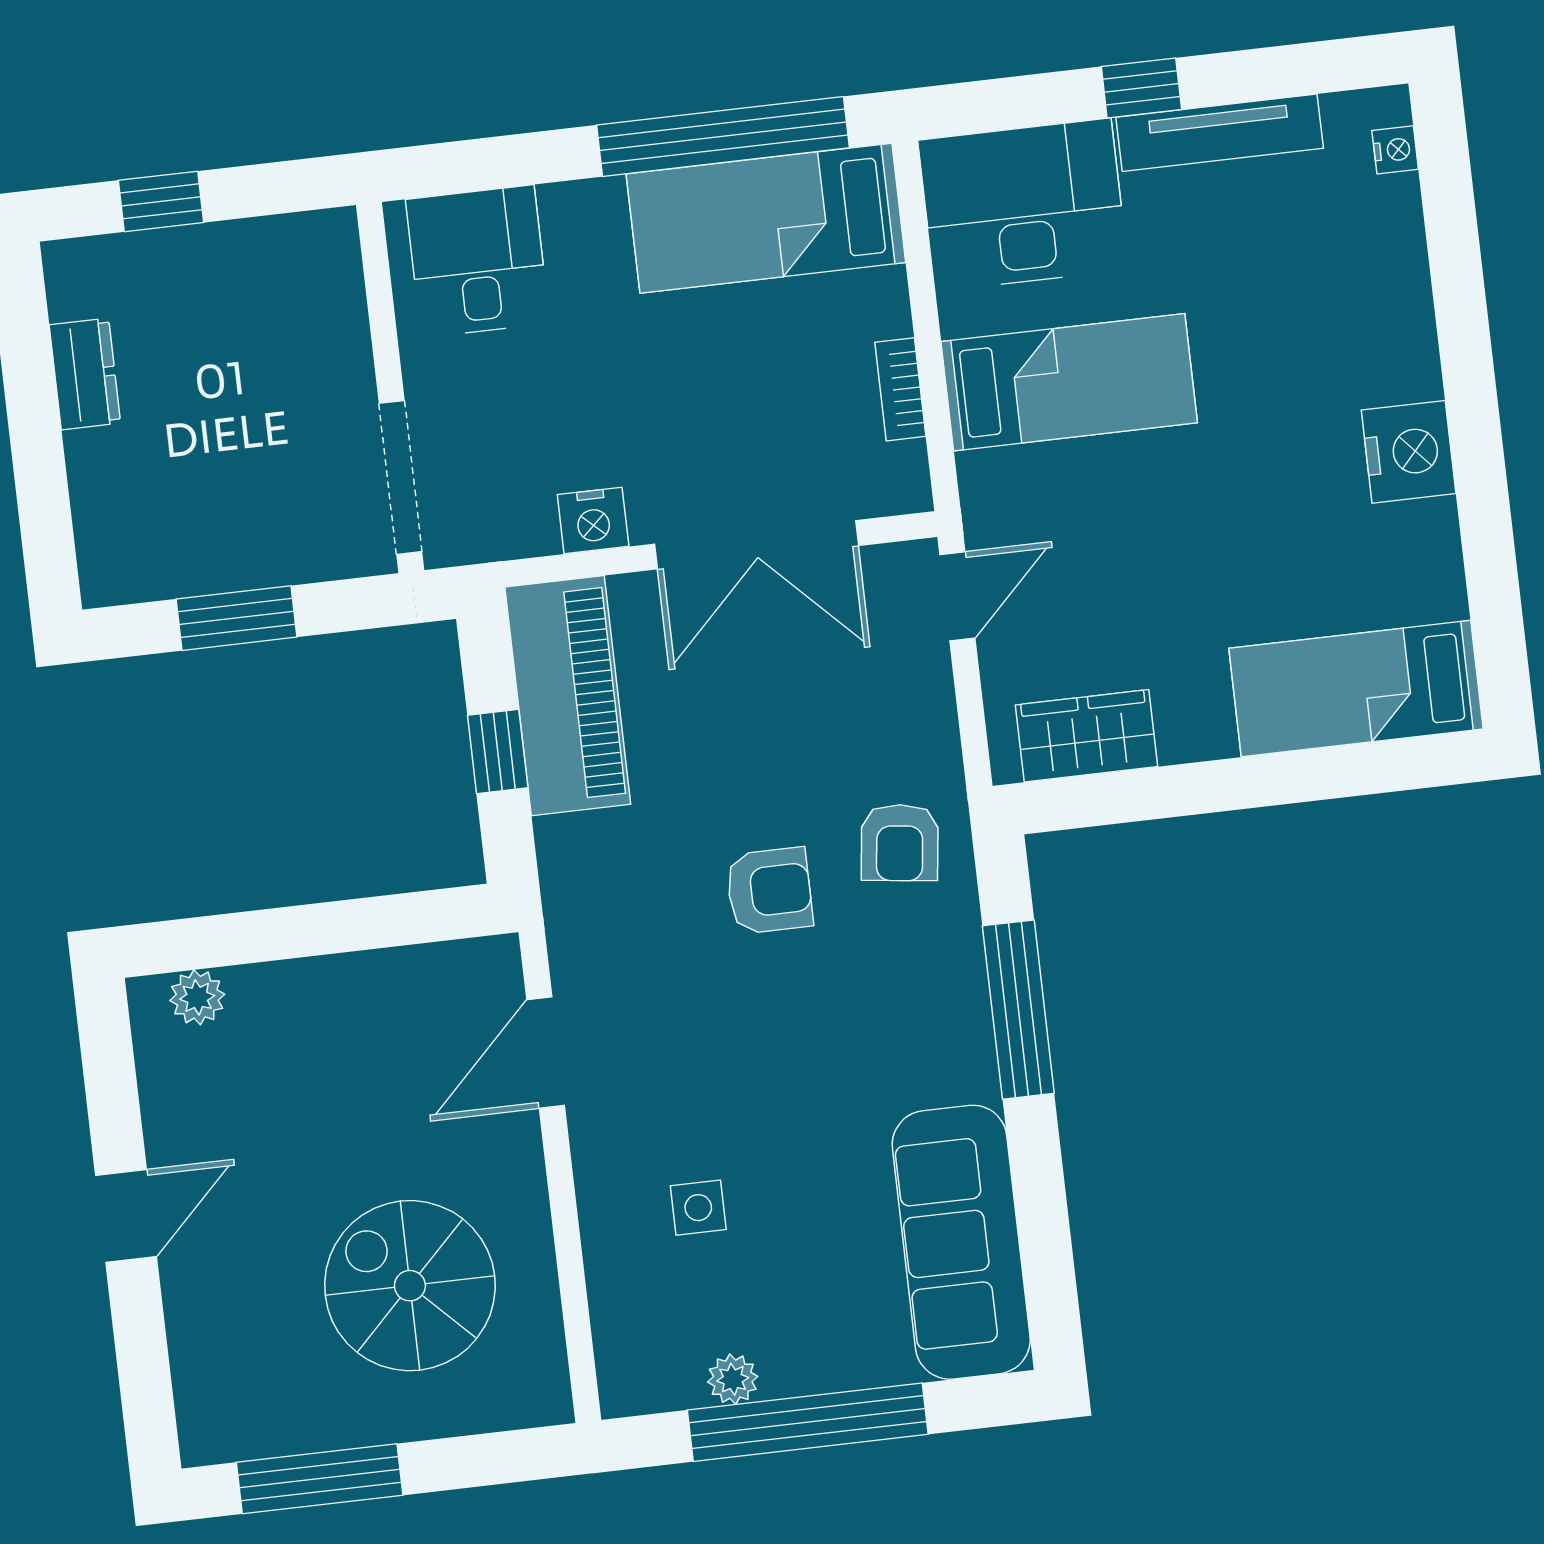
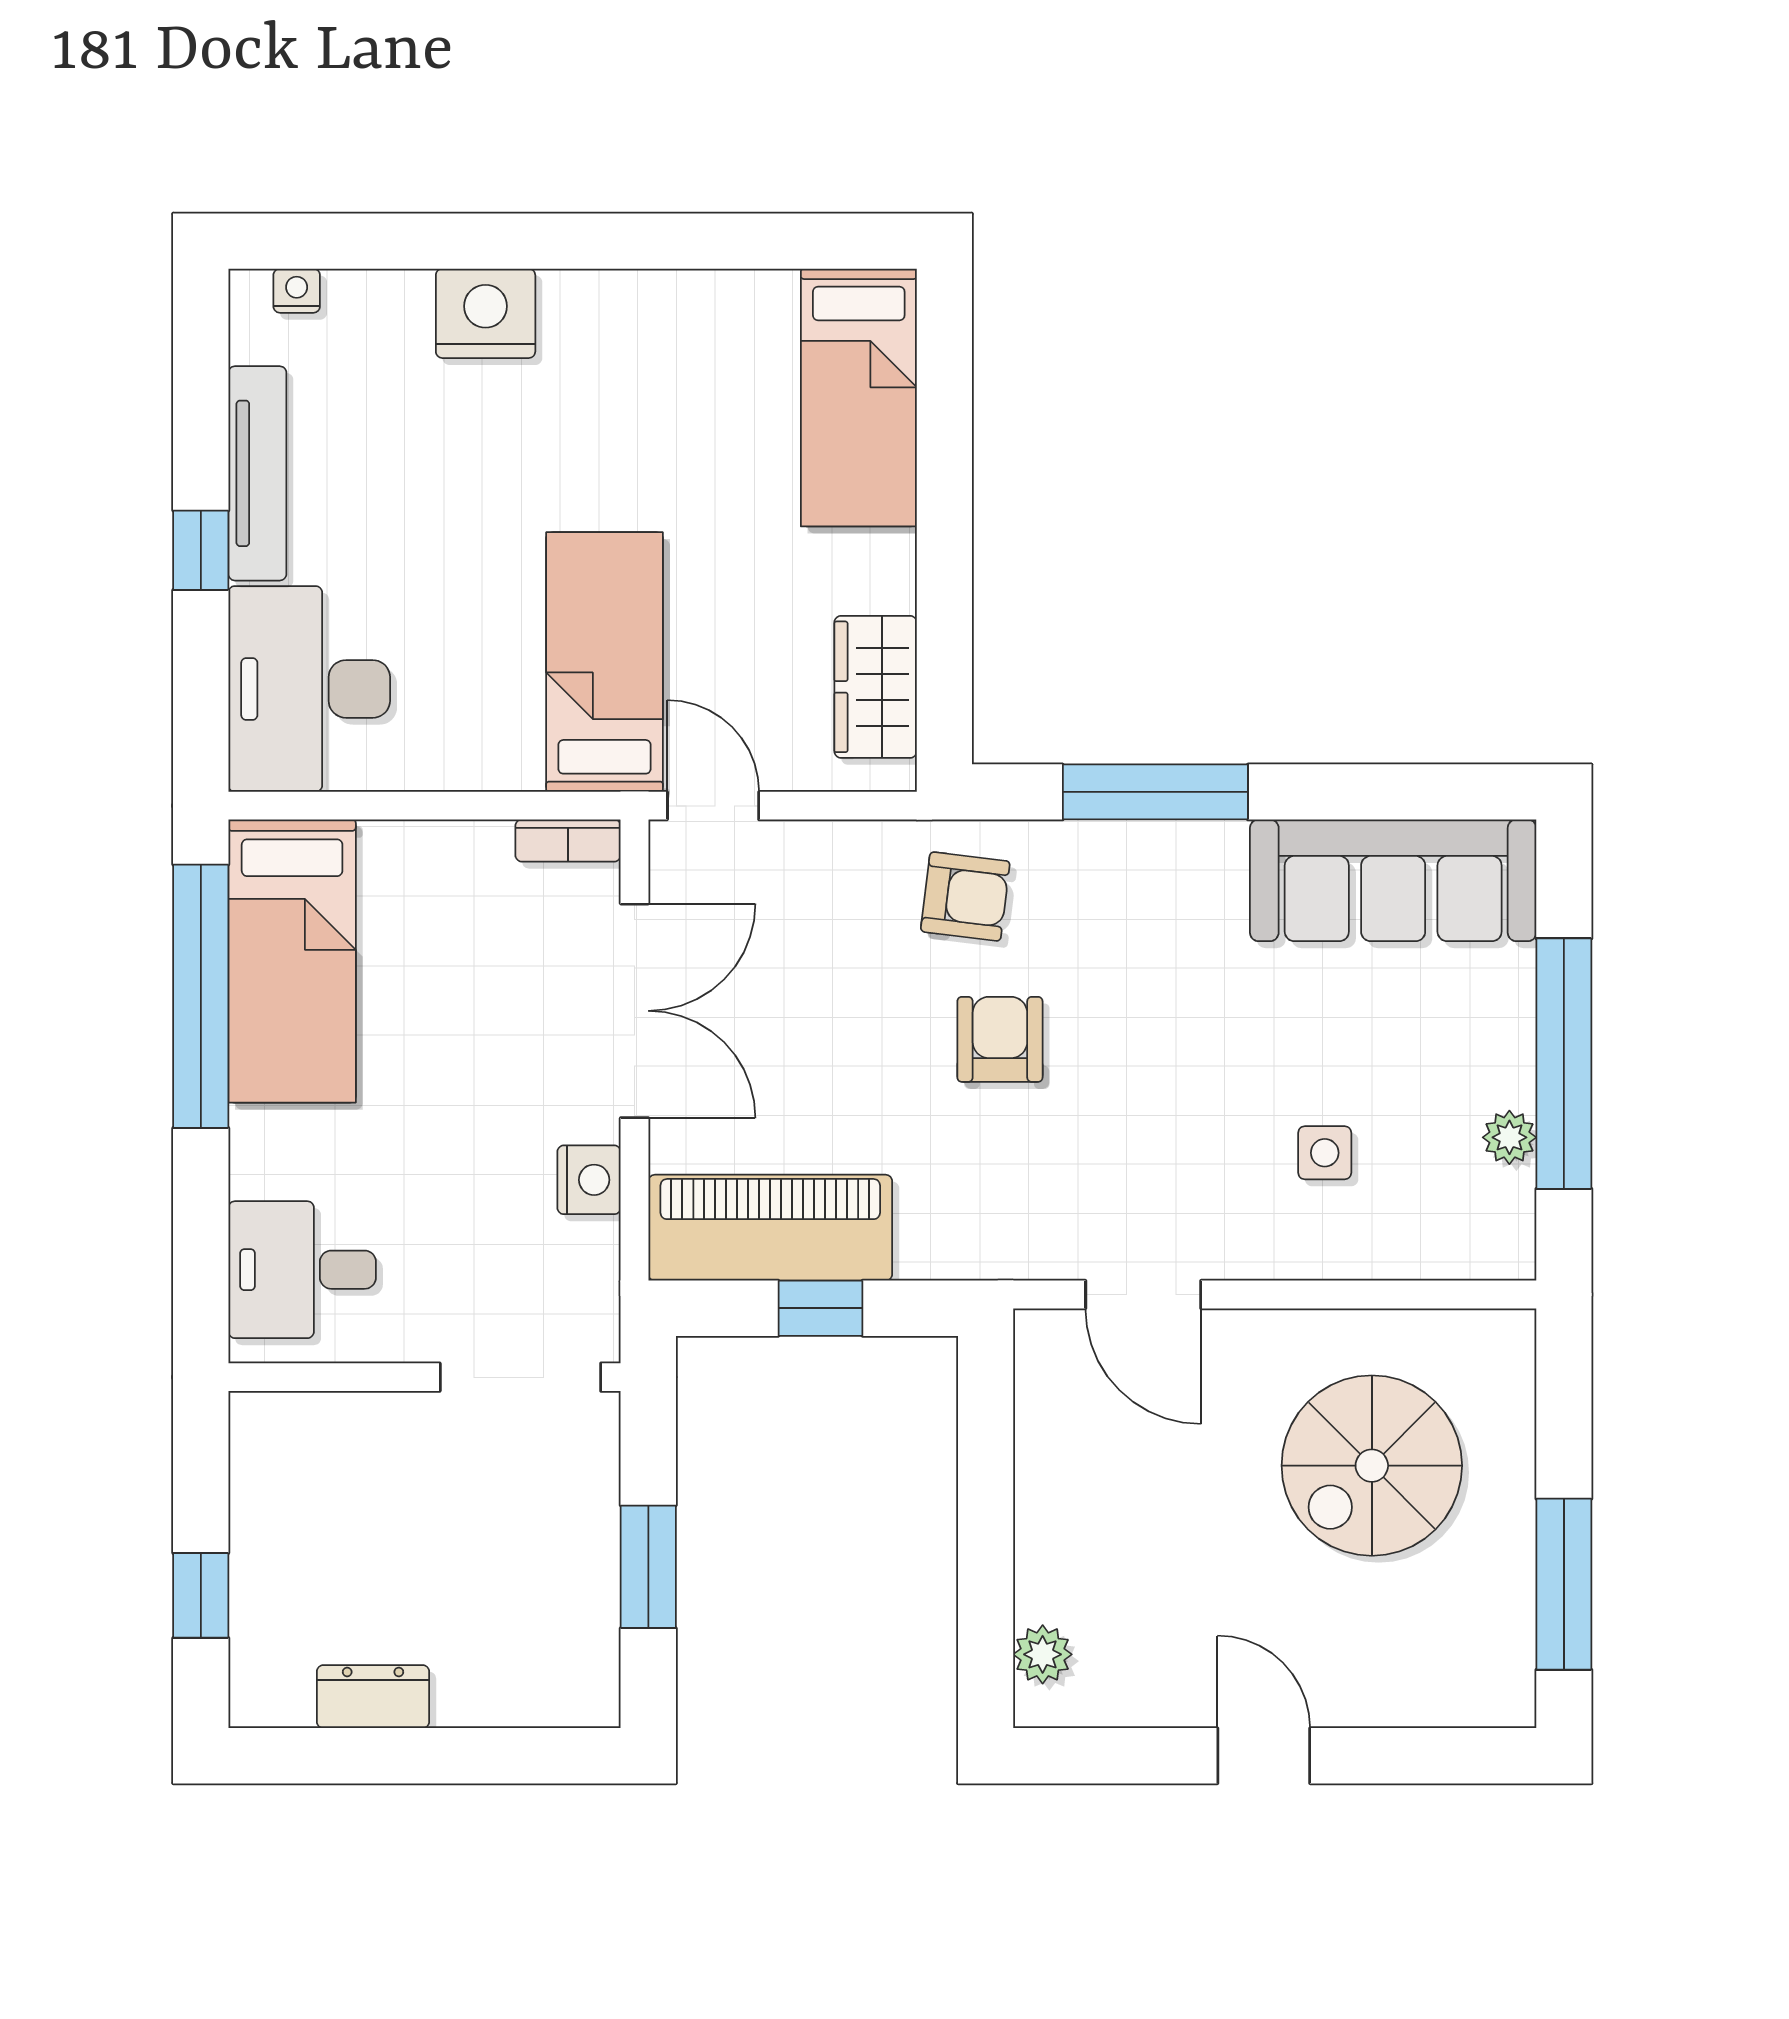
bed: (1069, 382) -> (605, 662), moved
bookcase: (900, 389) -> (568, 841), moved
nightstand: (1409, 452) -> (486, 313), moved

